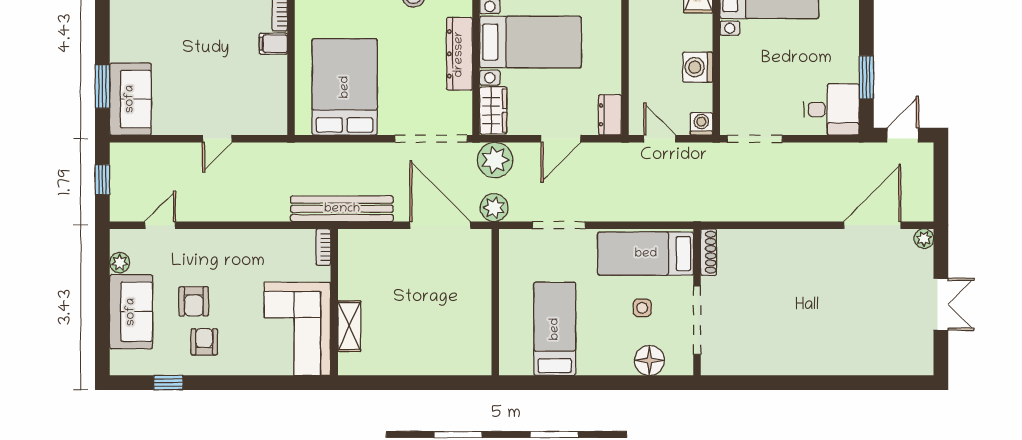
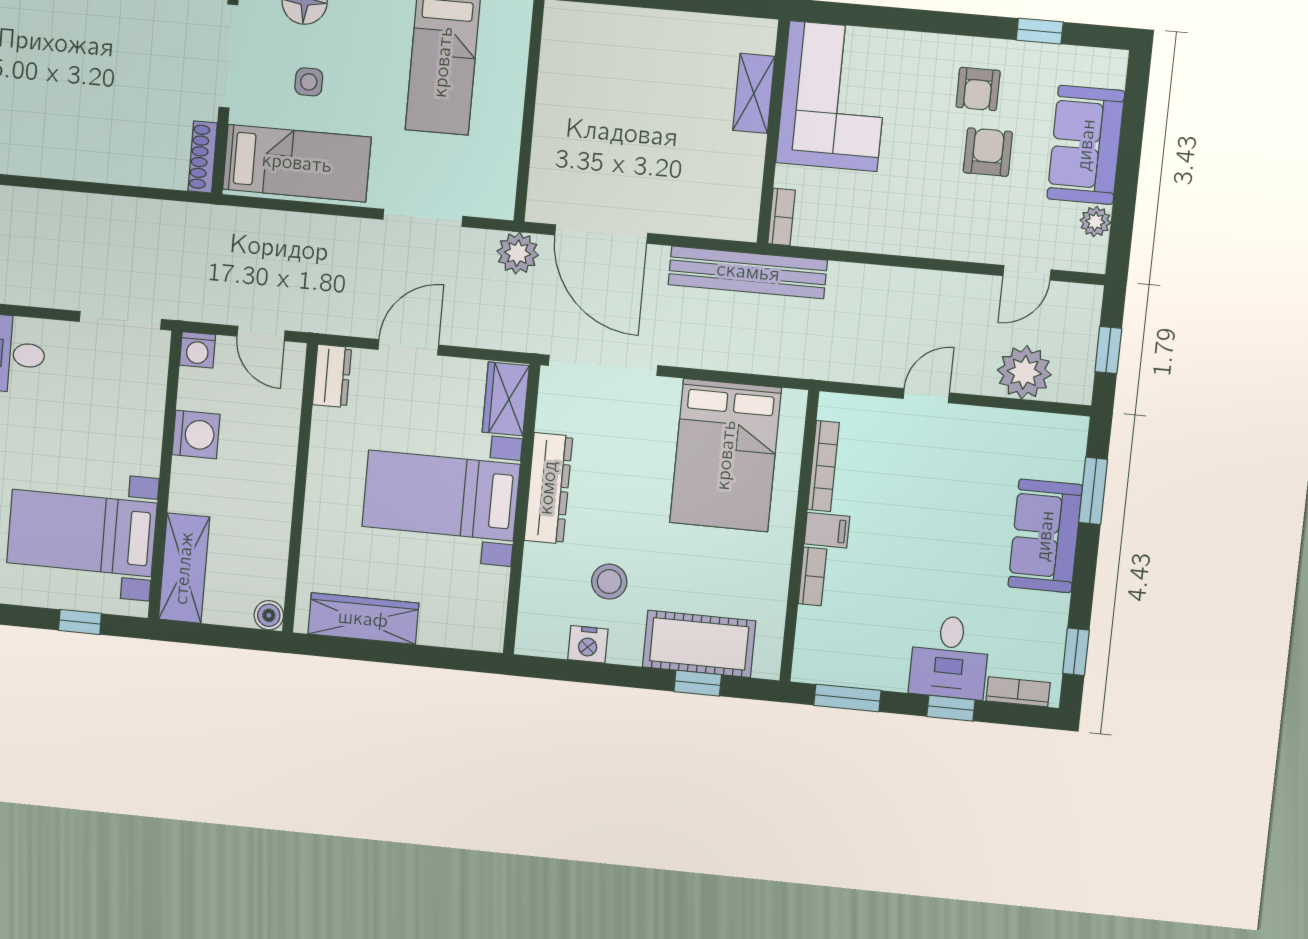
bookcase: (280, 86) -> (823, 466), added
sofa: (130, 99) -> (1045, 536), moved
plant: (495, 160) -> (1024, 372), moved

